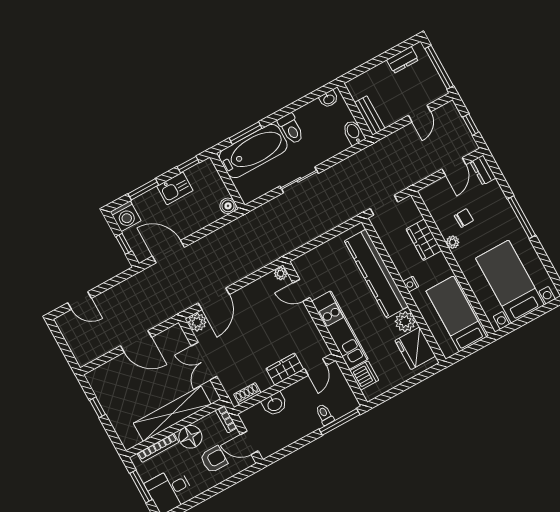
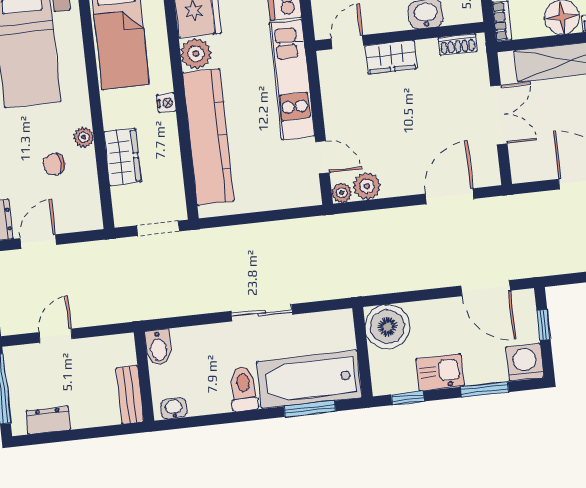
bench: (370, 115) -> (130, 395), moved
boiler: (228, 206) -> (387, 327), width x1.86, depth x1.86
plant: (197, 322) -> (367, 186), moved

